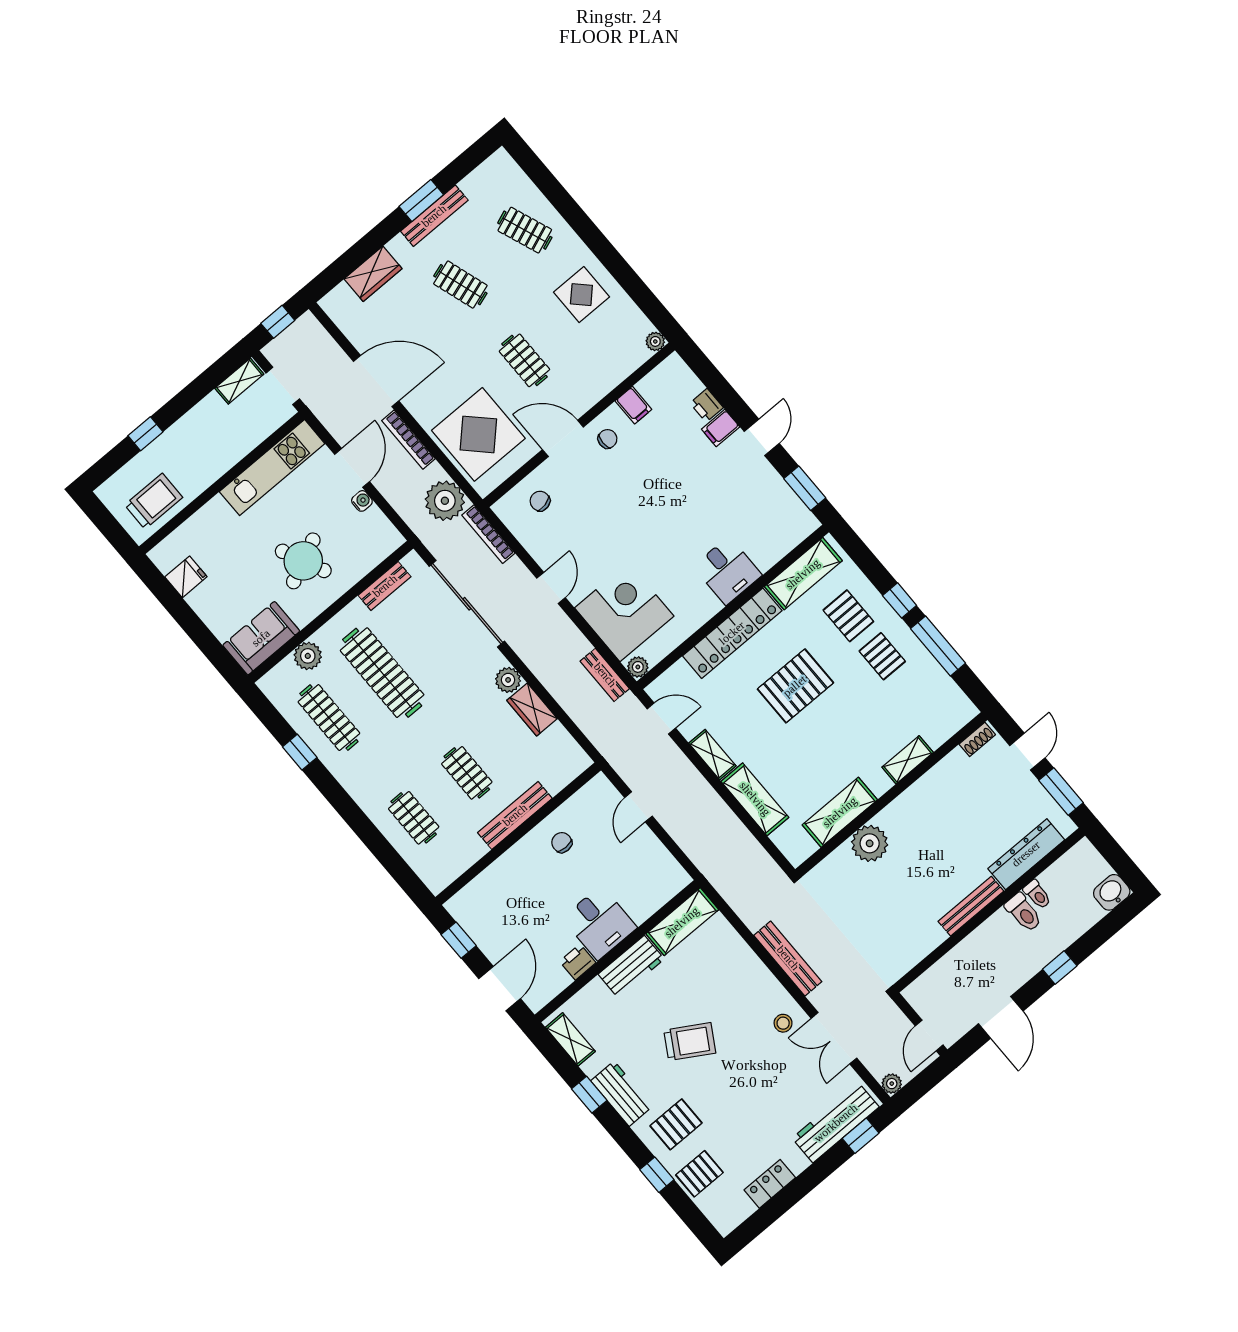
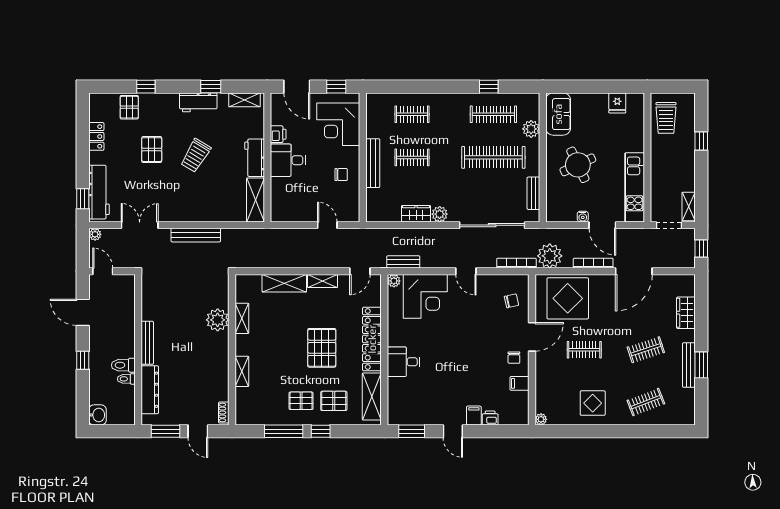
shelving: (840, 812) -> (242, 318), width x0.67, depth x0.75
corner desk: (503, 898) -> (338, 124), added
stool: (783, 1023) -> (167, 207), removed
pallet: (676, 1124) -> (152, 150), moved

